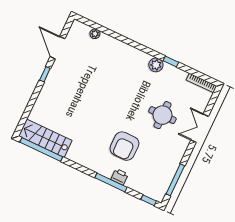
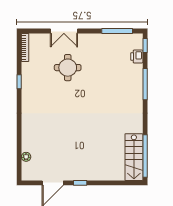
plant: (156, 65) -> (28, 93), removed
armchair: (124, 146) -> (109, 87), removed
printer: (120, 177) -> (137, 56), moved

